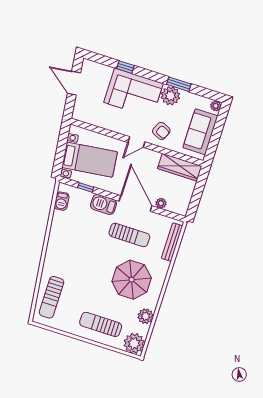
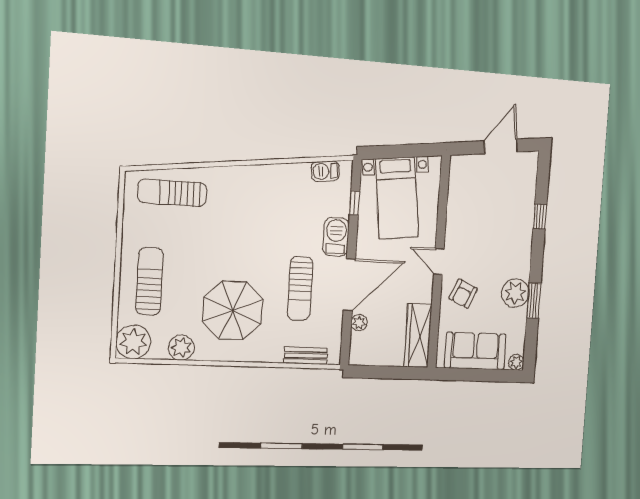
corner sofa: (133, 93) -> (507, 238), removed
bench: (172, 242) -> (306, 356), width x0.73

